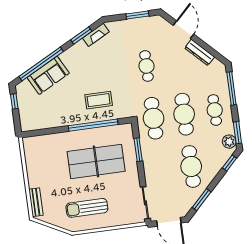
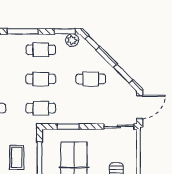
cafe table: (184, 114) -> (41, 79), width x0.73, depth x0.74
cafe table: (154, 118) -> (41, 108), width x0.73, depth x0.74
cafe table: (191, 166) -> (91, 79), width x0.73, depth x0.74

